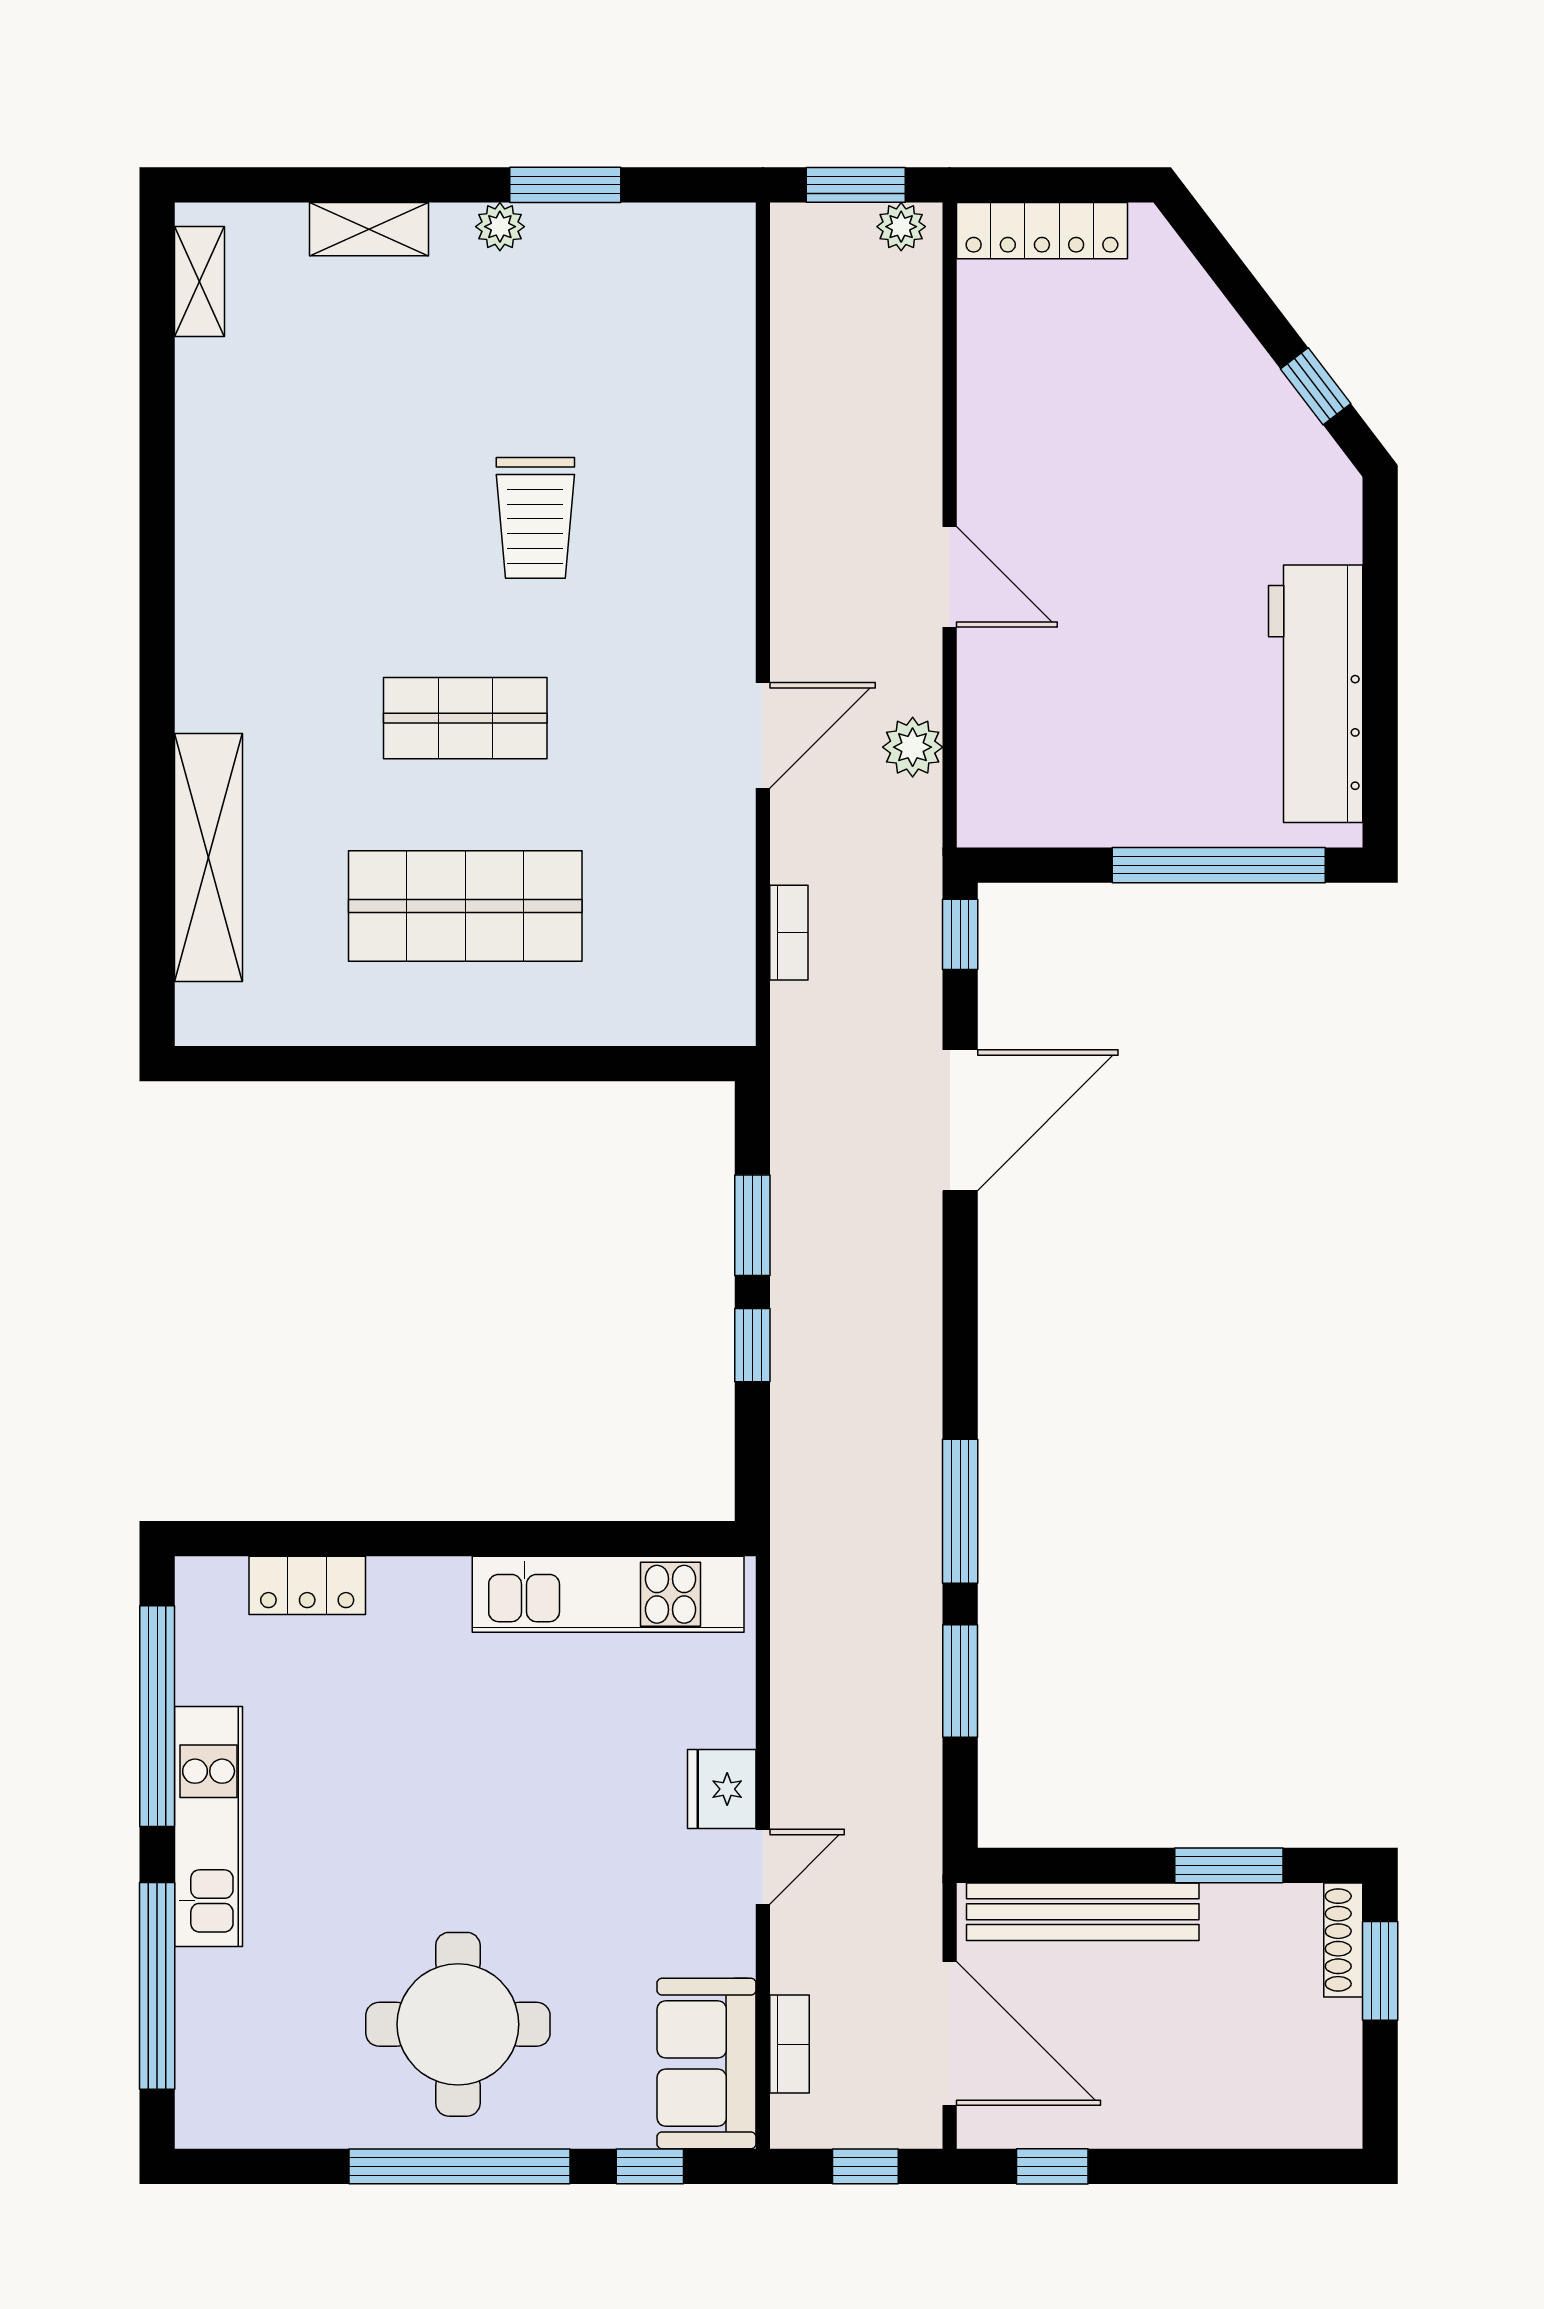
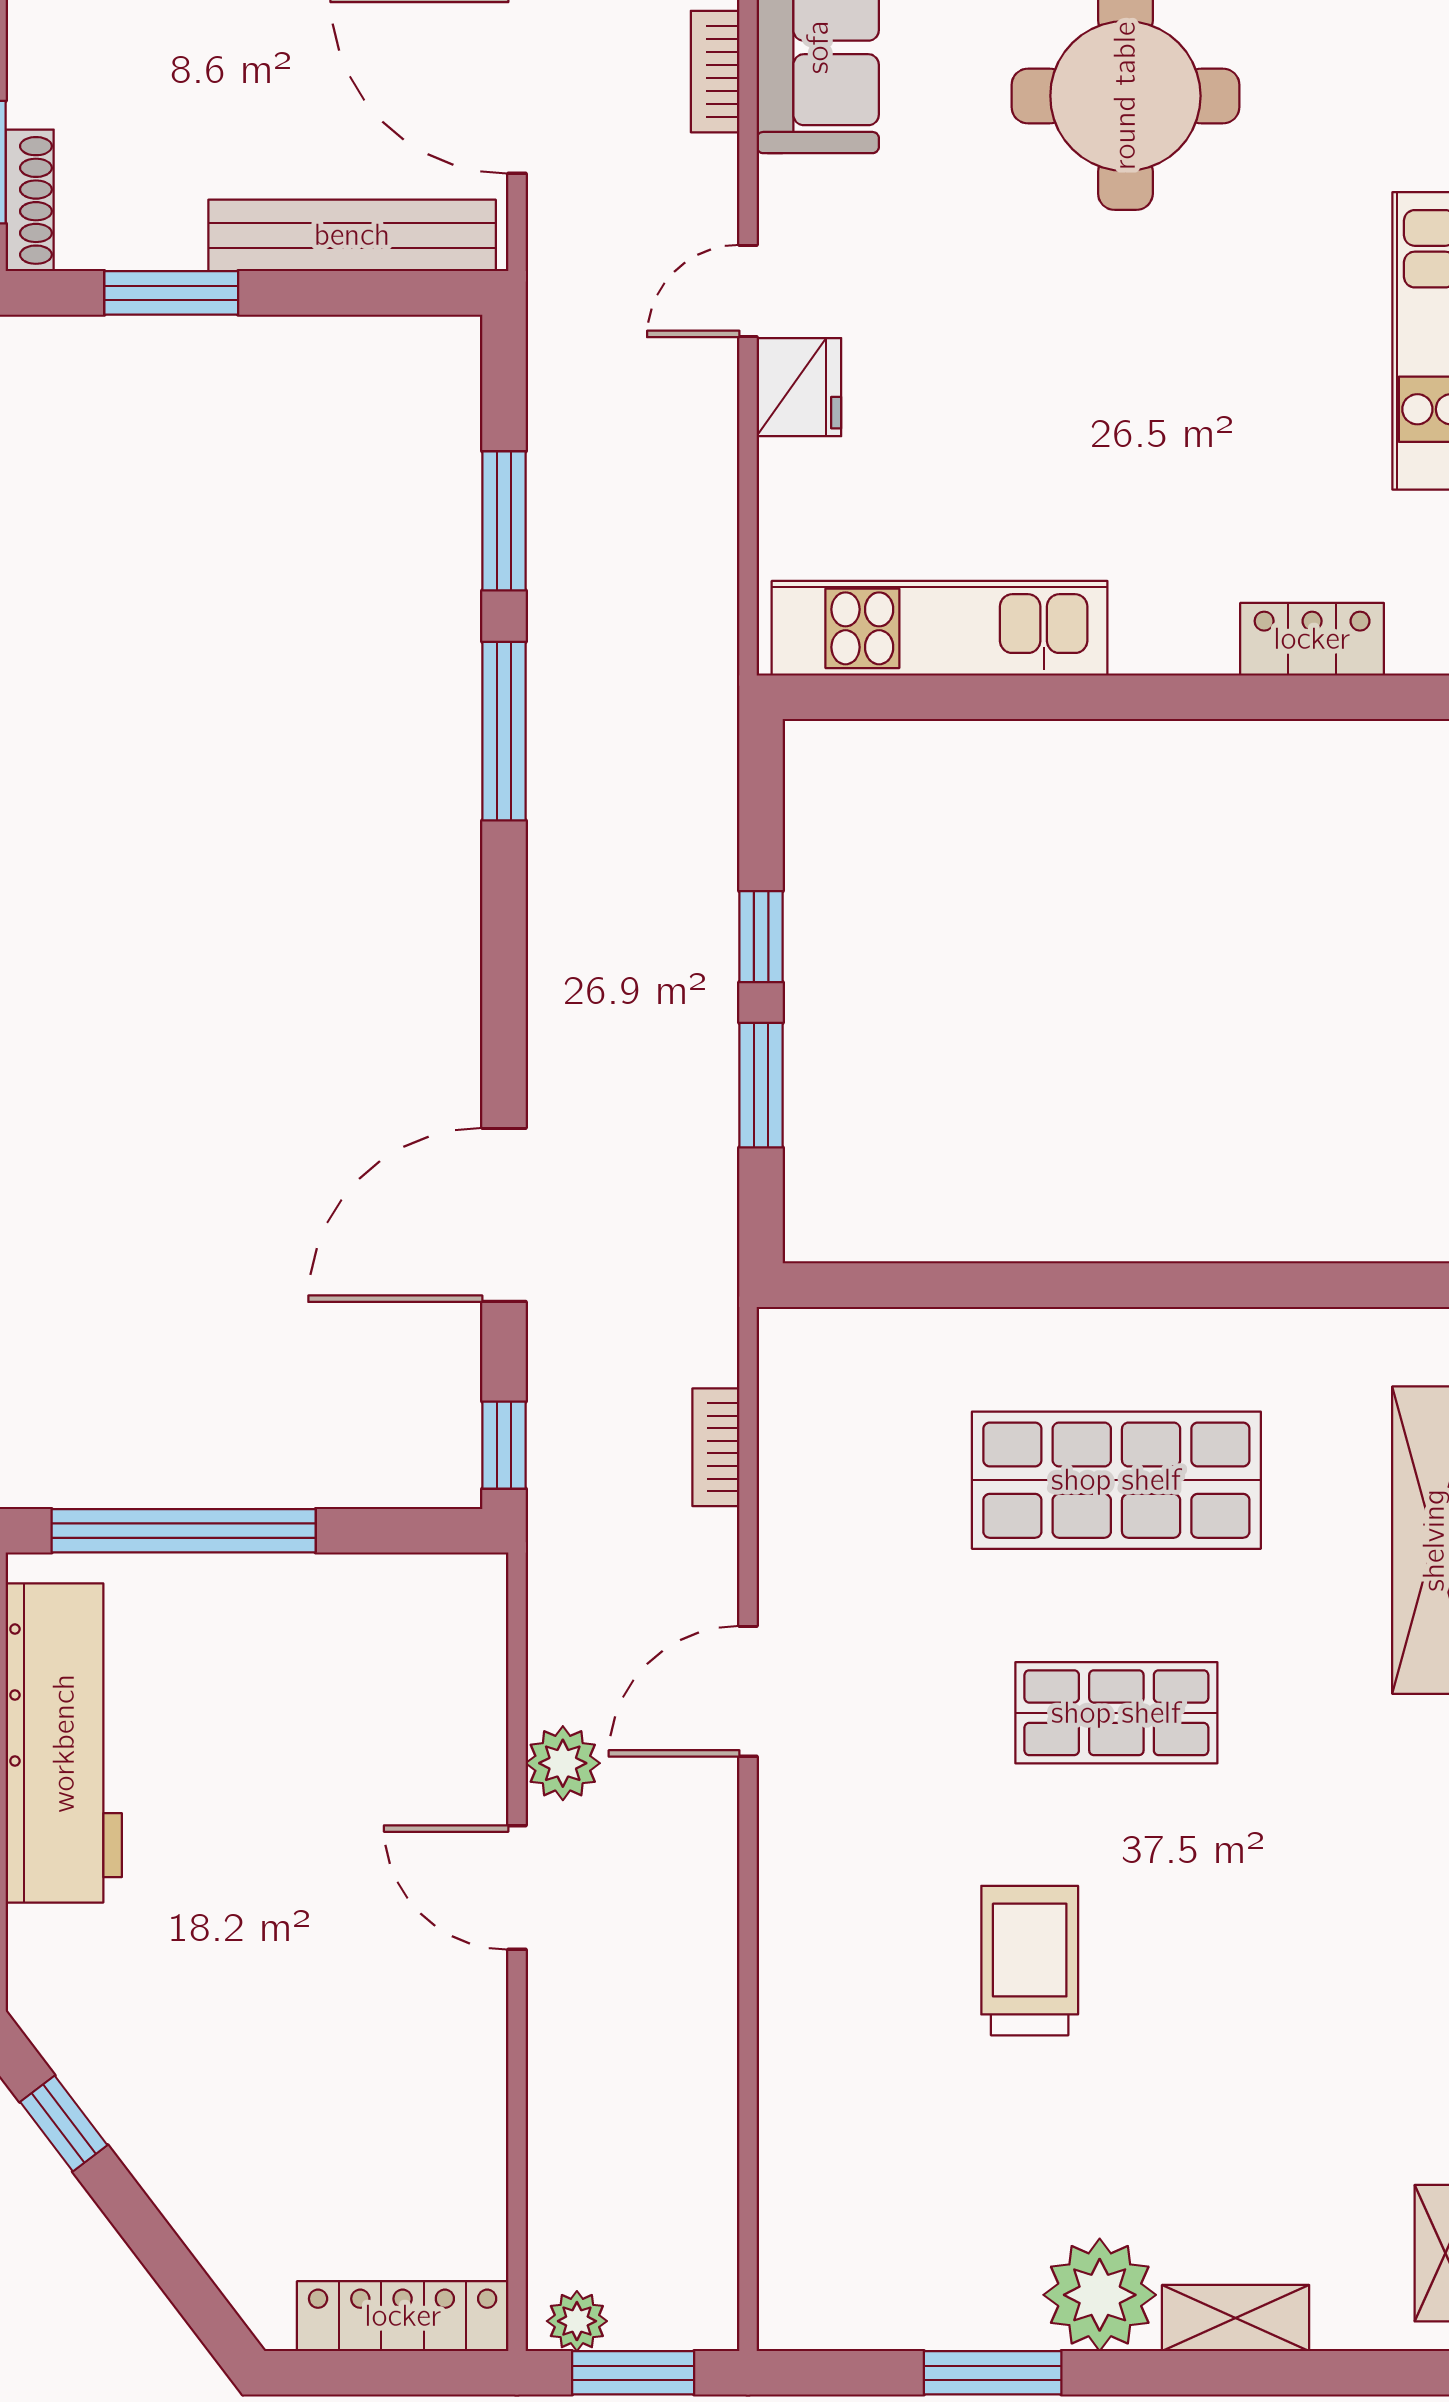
plant: (500, 227) -> (1100, 2295), width x1.88, depth x1.88
plant: (913, 747) -> (563, 1763), moved

